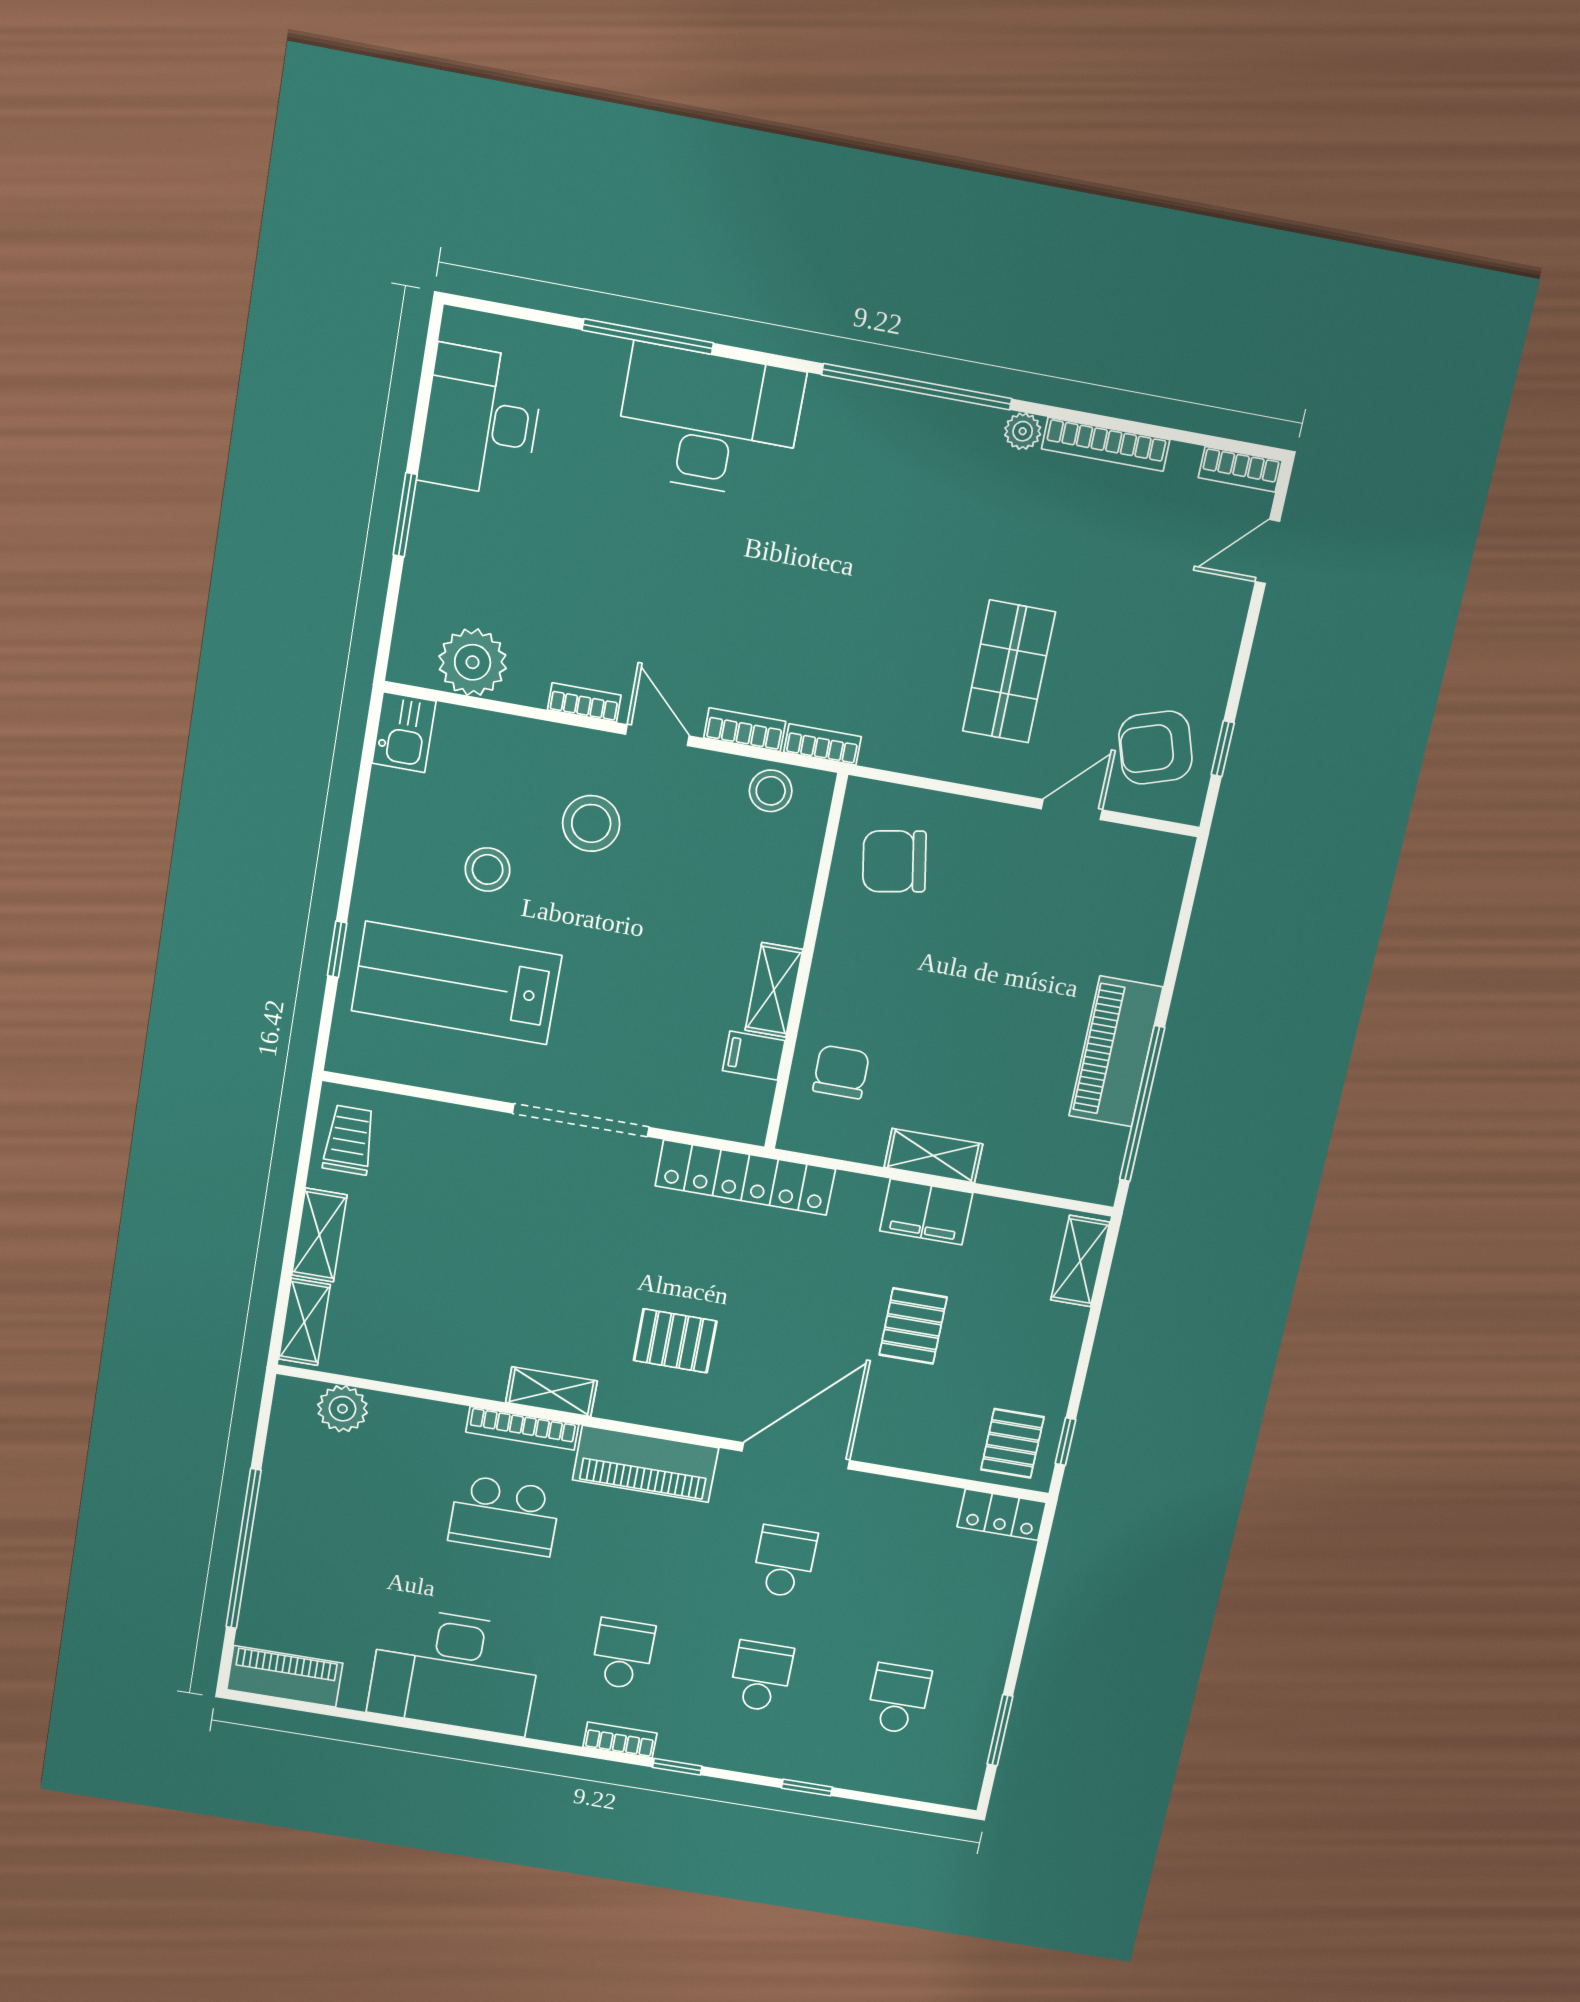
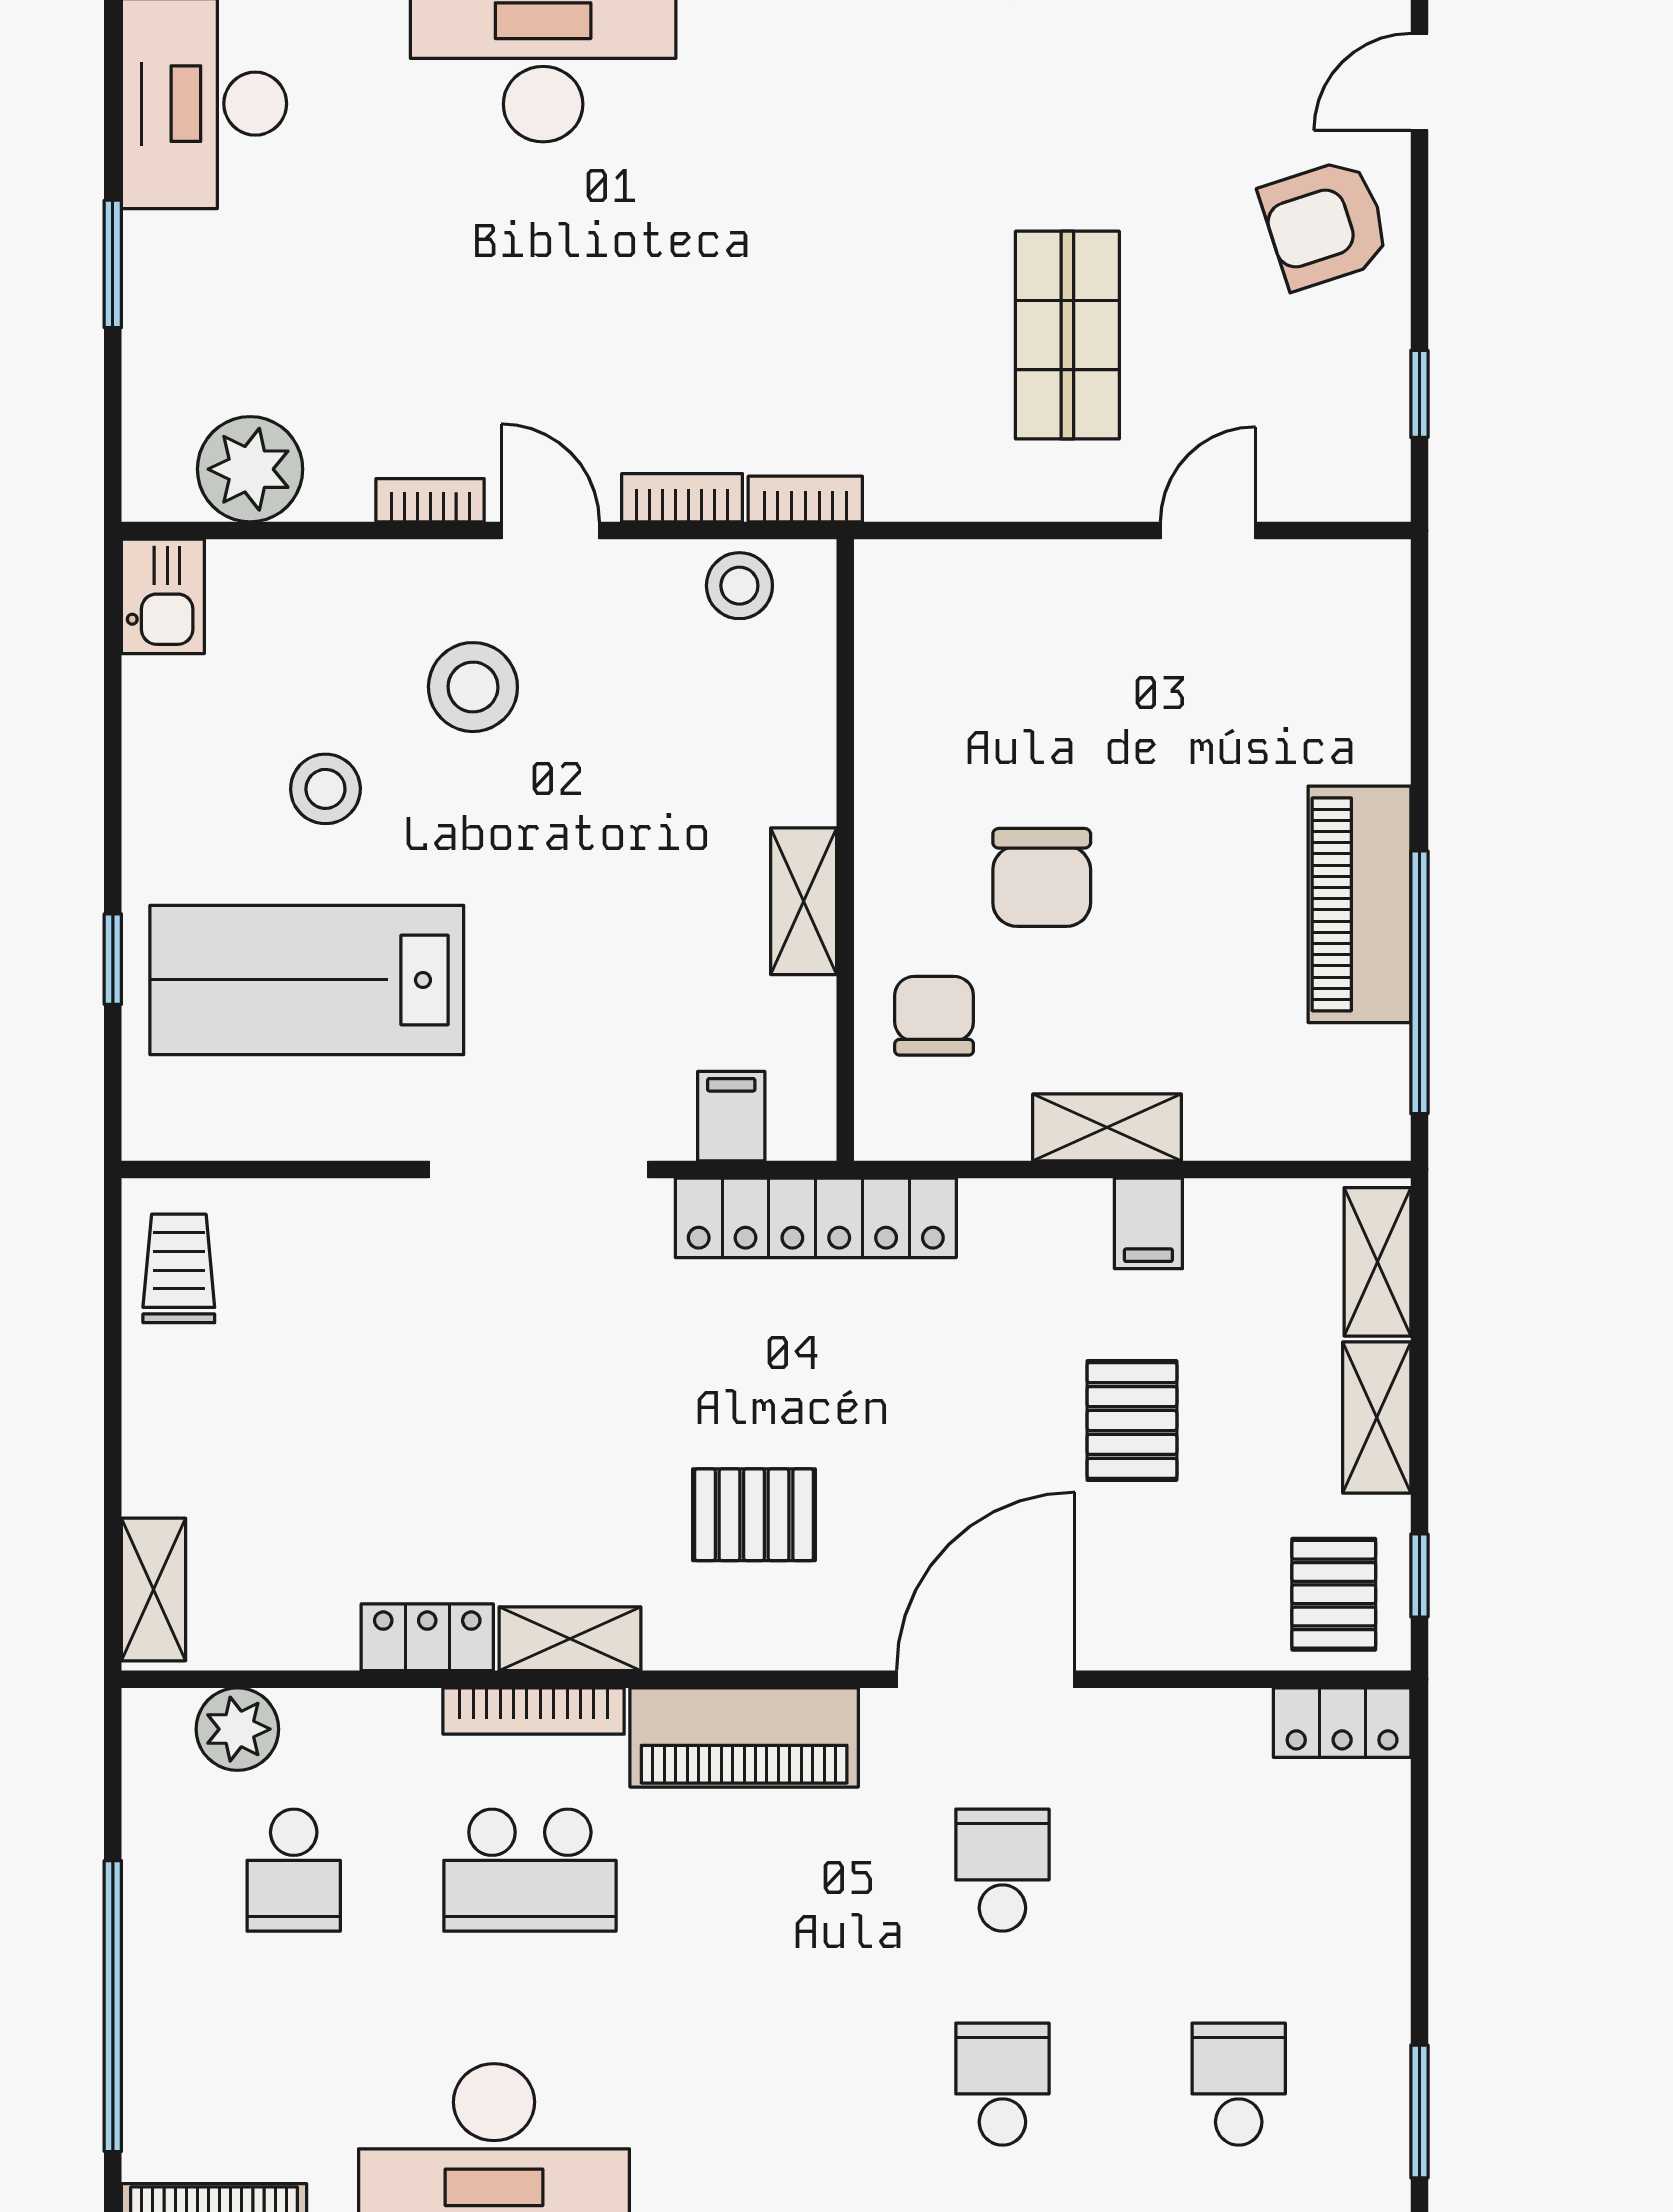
armchair: (1155, 748) -> (1325, 224), moved
chair: (894, 861) -> (1042, 877), moved, turned -80
filing cabinet: (754, 1056) -> (731, 1116), moved, turned 90
filing cabinet: (926, 1212) -> (1148, 1223), width x0.50
shelving: (319, 1235) -> (1377, 1417), moved
locker: (466, 1376) -> (427, 1637), added
school desk: (623, 1654) -> (294, 1870), moved, turned 180

